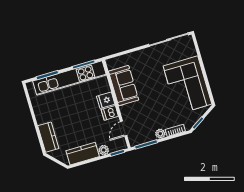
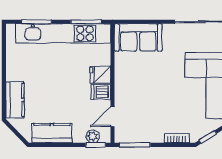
sofa: (124, 86) -> (138, 37), moved, turned 90
plant: (160, 134) -> (157, 137), removed
plant: (104, 150) -> (93, 136), moved

